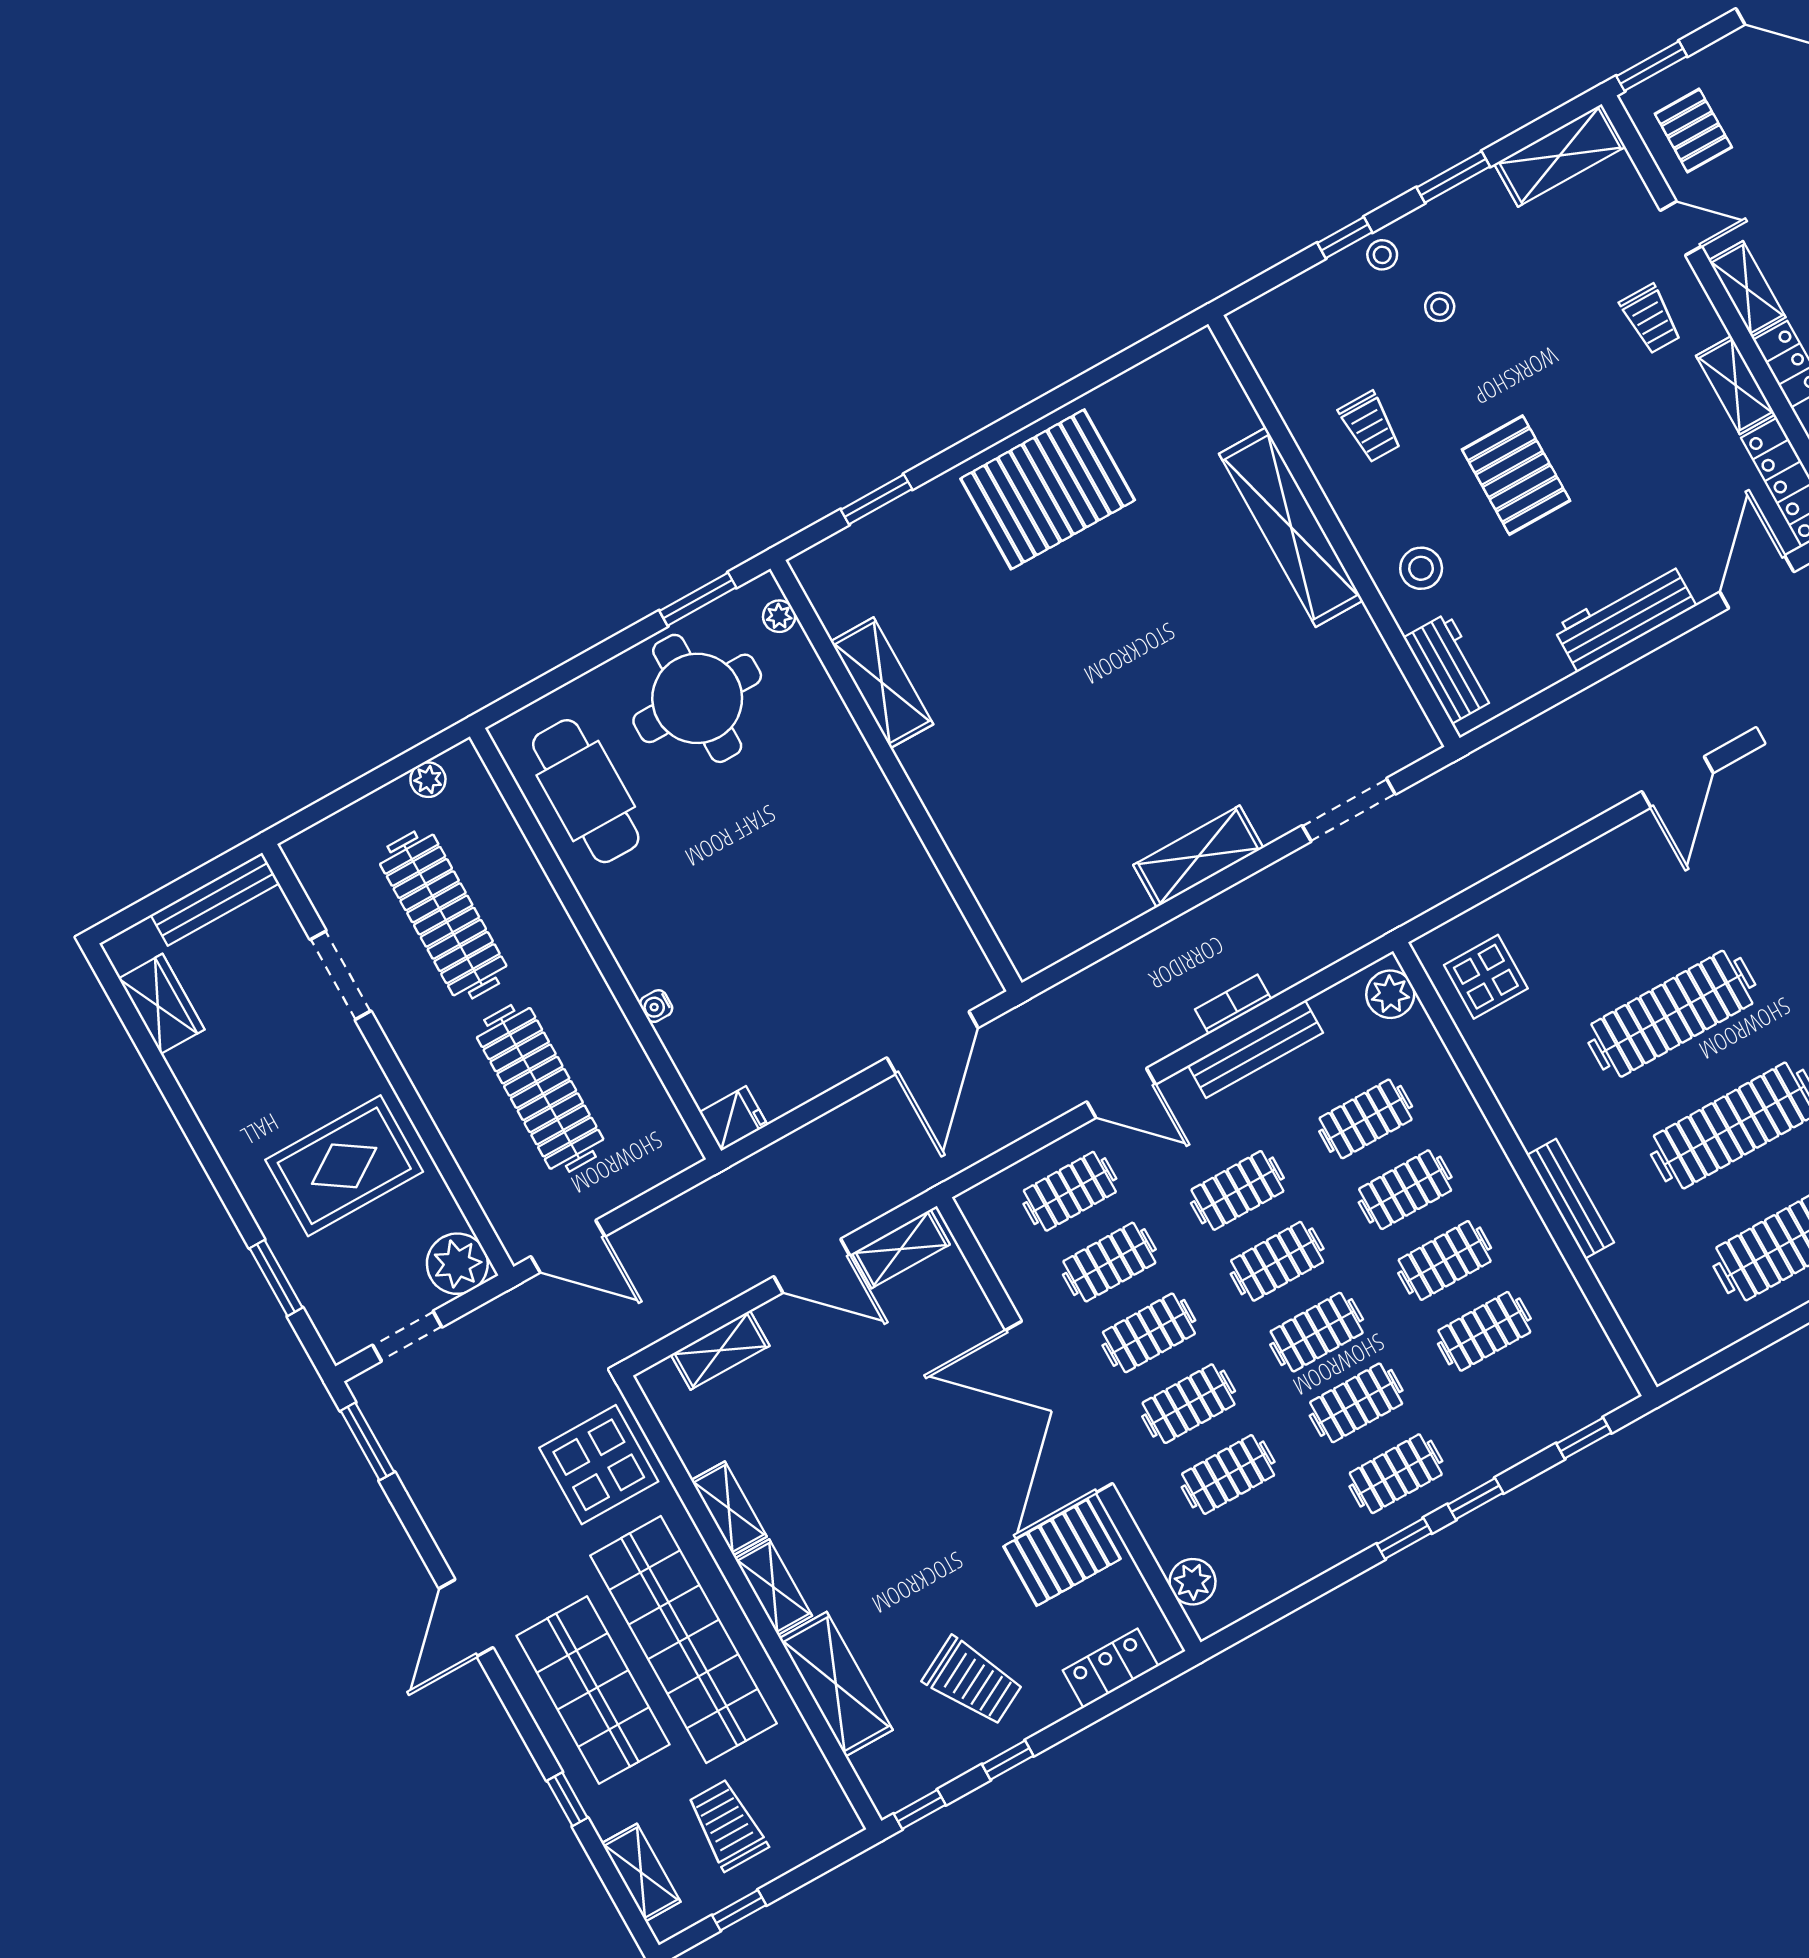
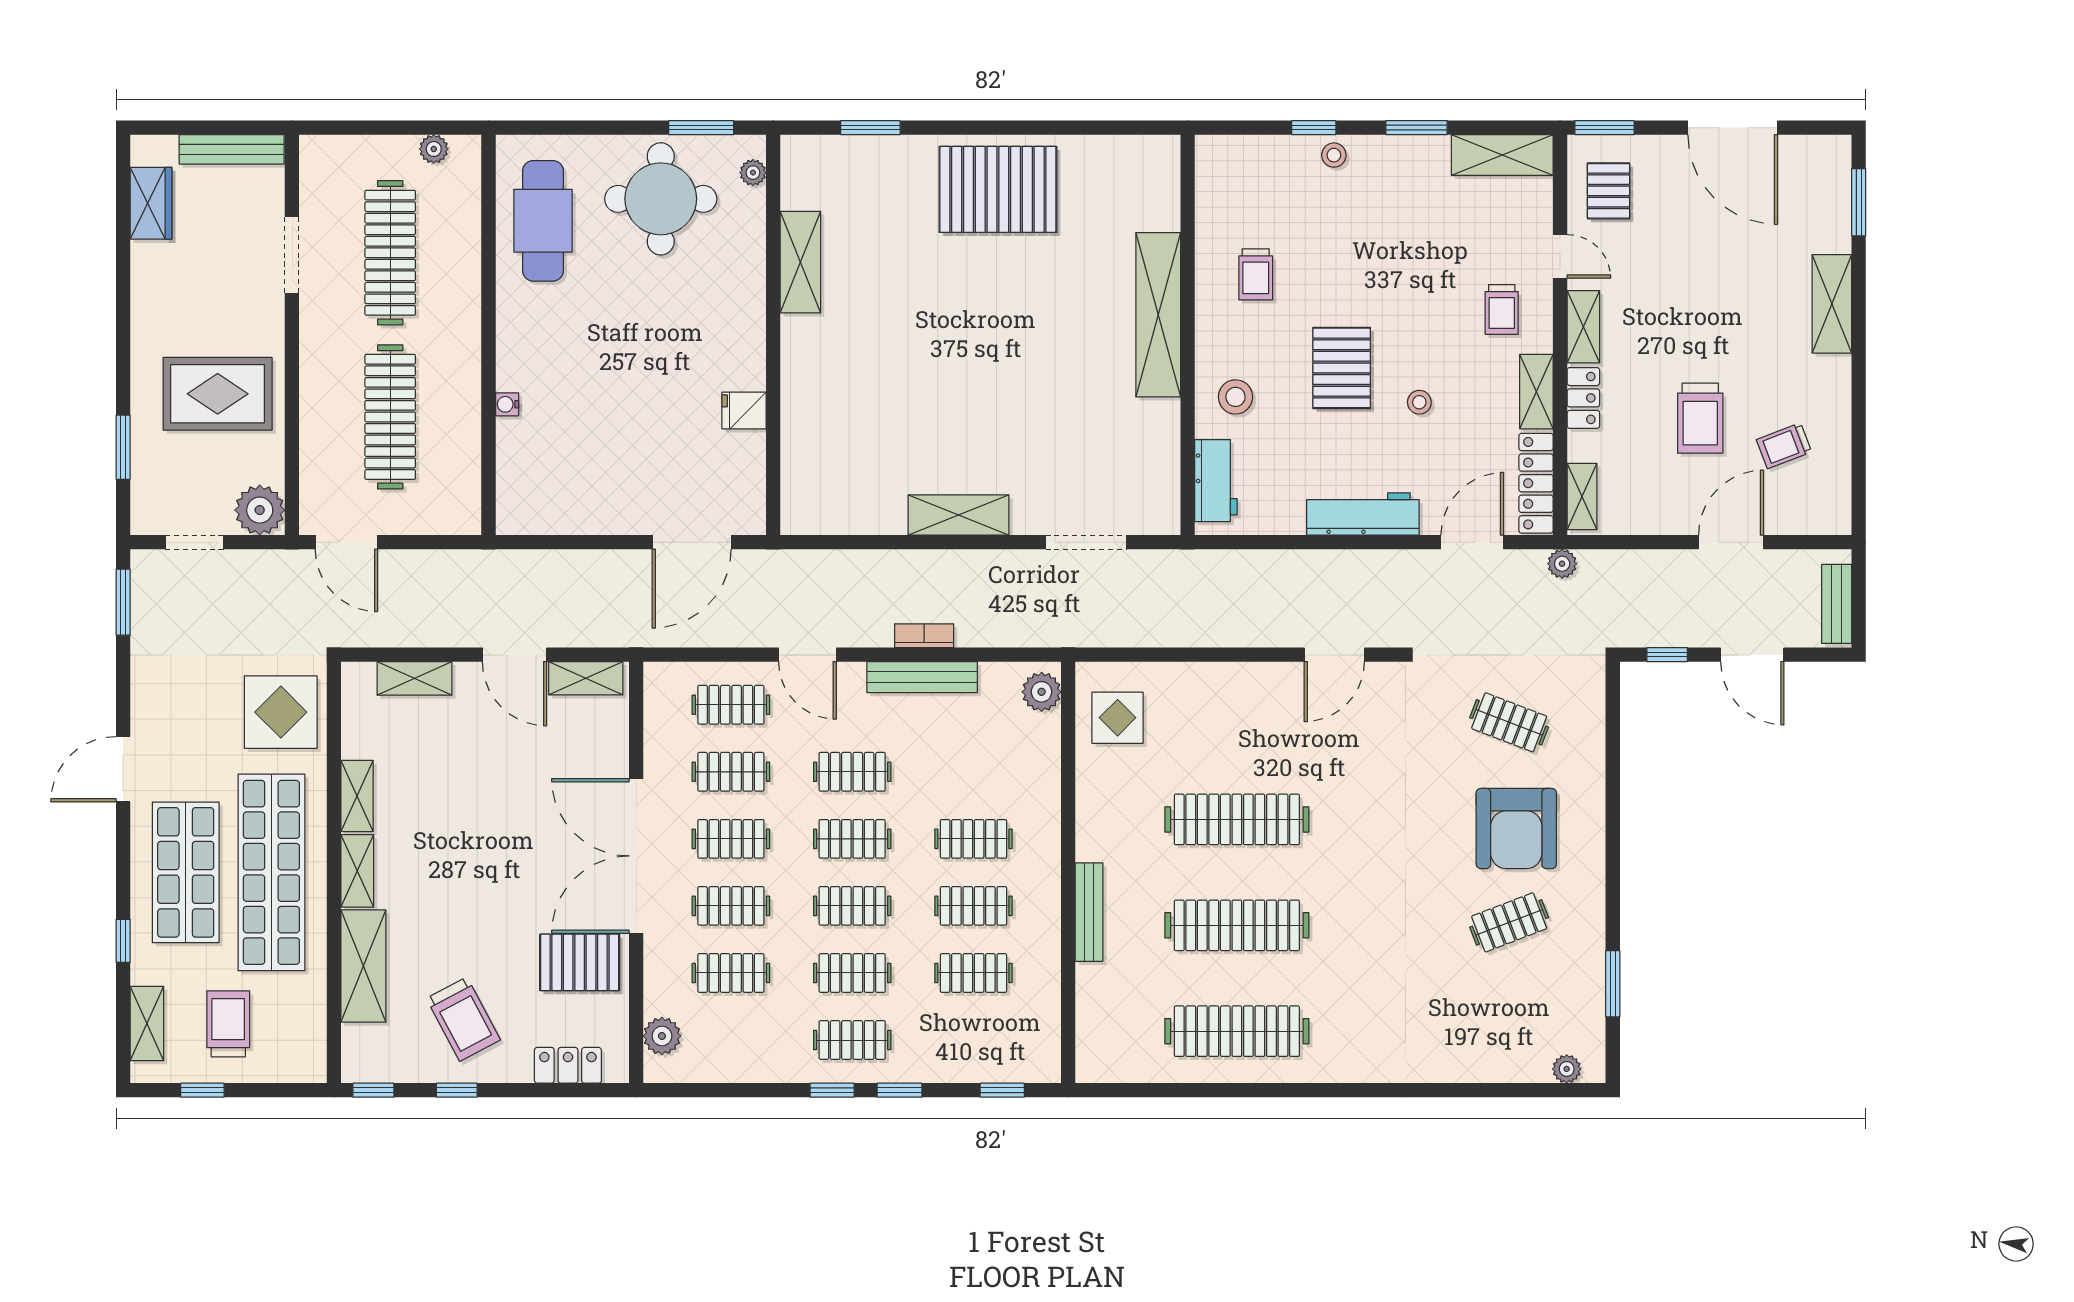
stool: (1440, 307) -> (1419, 402), moved
fridge: (734, 1118) -> (744, 411), moved, turned 180
clothes rail: (1366, 1119) -> (973, 772), removed

